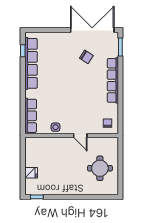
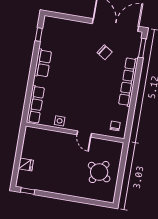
row of seats: (31, 63) -> (43, 63), width x0.50
round table: (100, 168) -> (99, 172), turned 32

